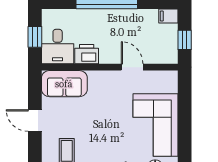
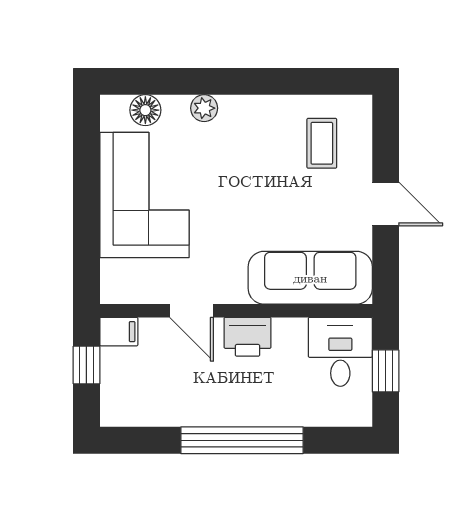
filing cabinet: (168, 16) -> (119, 332), moved
printer: (87, 54) -> (248, 337), moved
sofa: (64, 84) -> (310, 278), width x1.36

